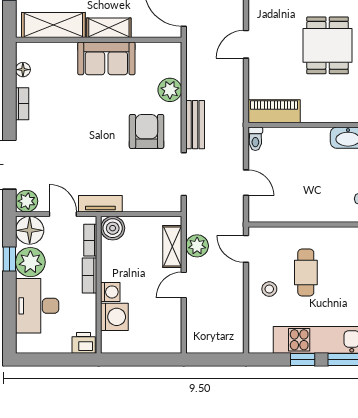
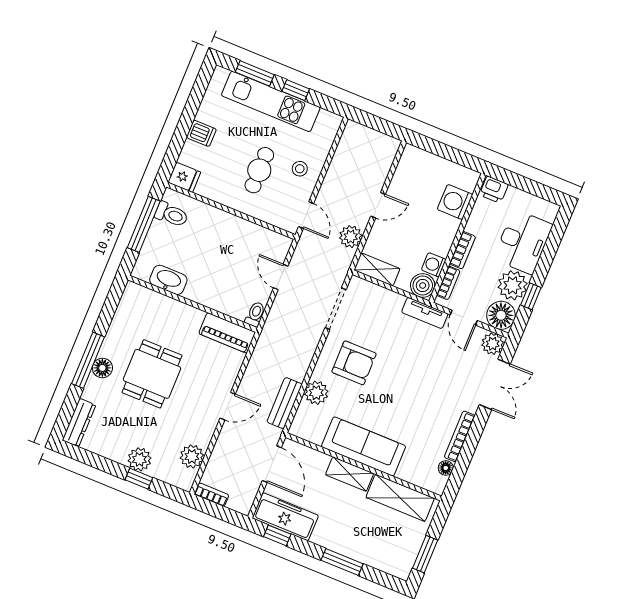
sofa: (106, 58) -> (364, 446), width x1.36
bookcase: (22, 104) -> (460, 436), width x1.56
bench: (195, 125) -> (285, 403), moved
armchair: (147, 131) -> (354, 363), turned -90
shelving: (172, 247) -> (377, 269), moved, turned 90
washing machine: (110, 292) -> (434, 265), moved

